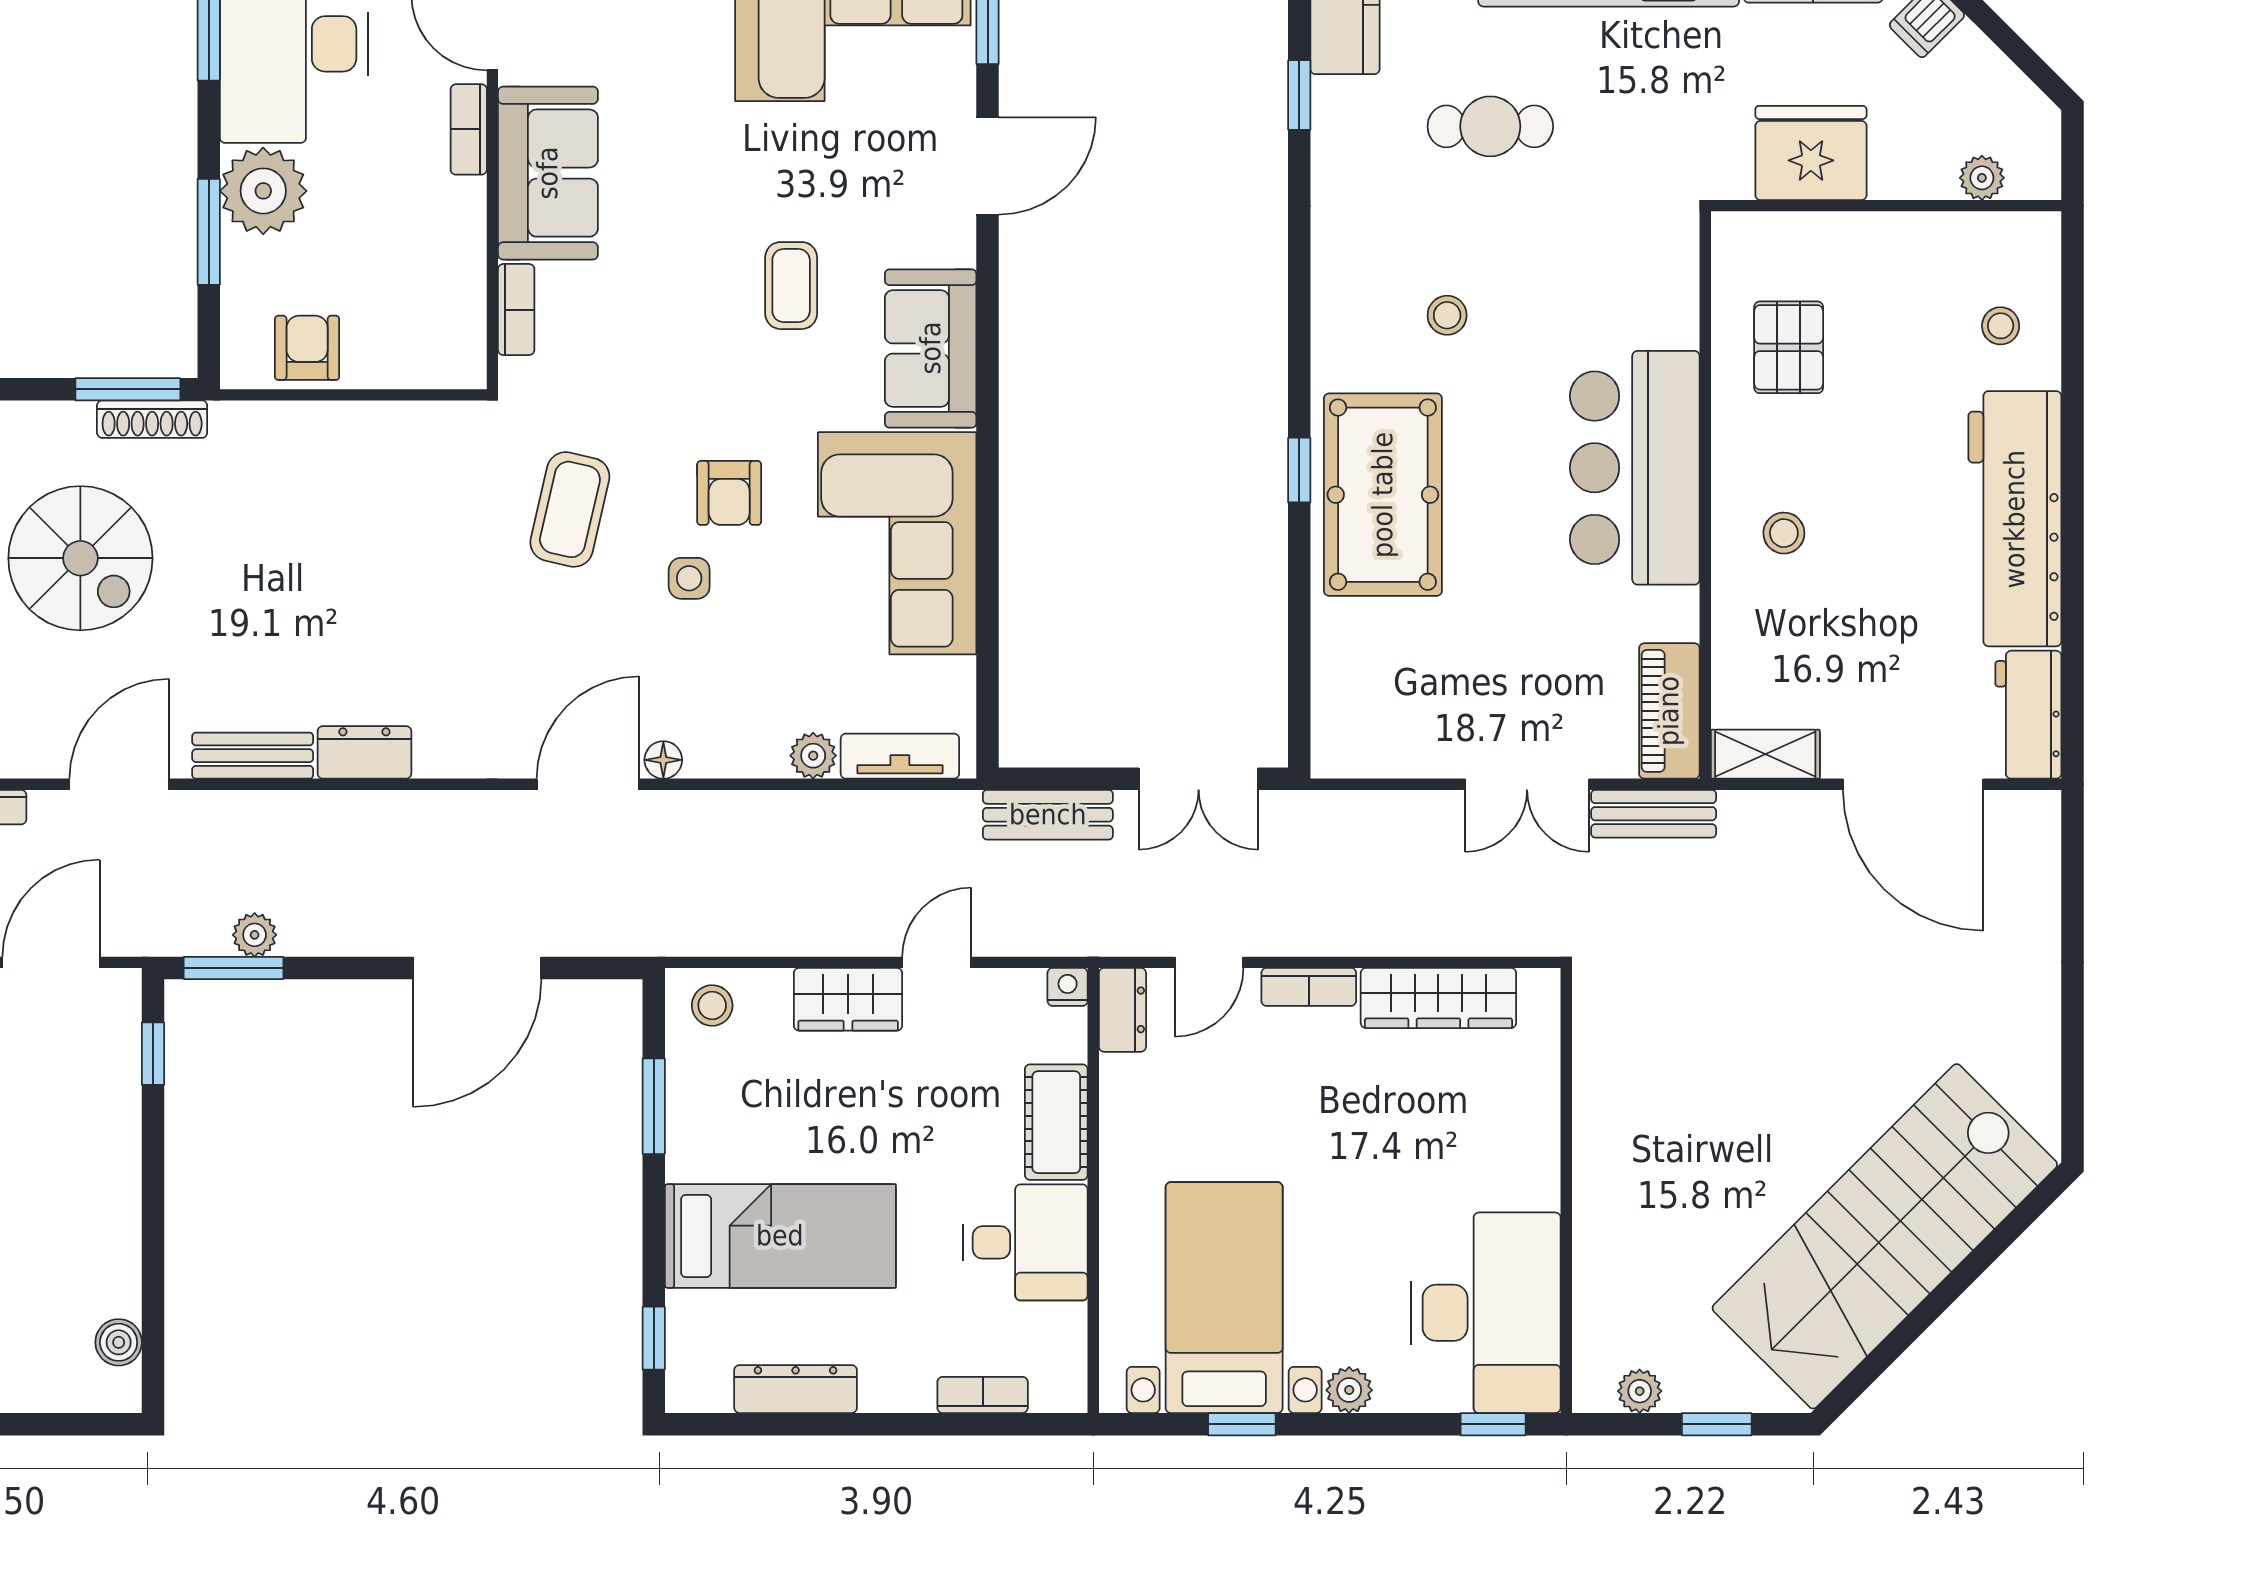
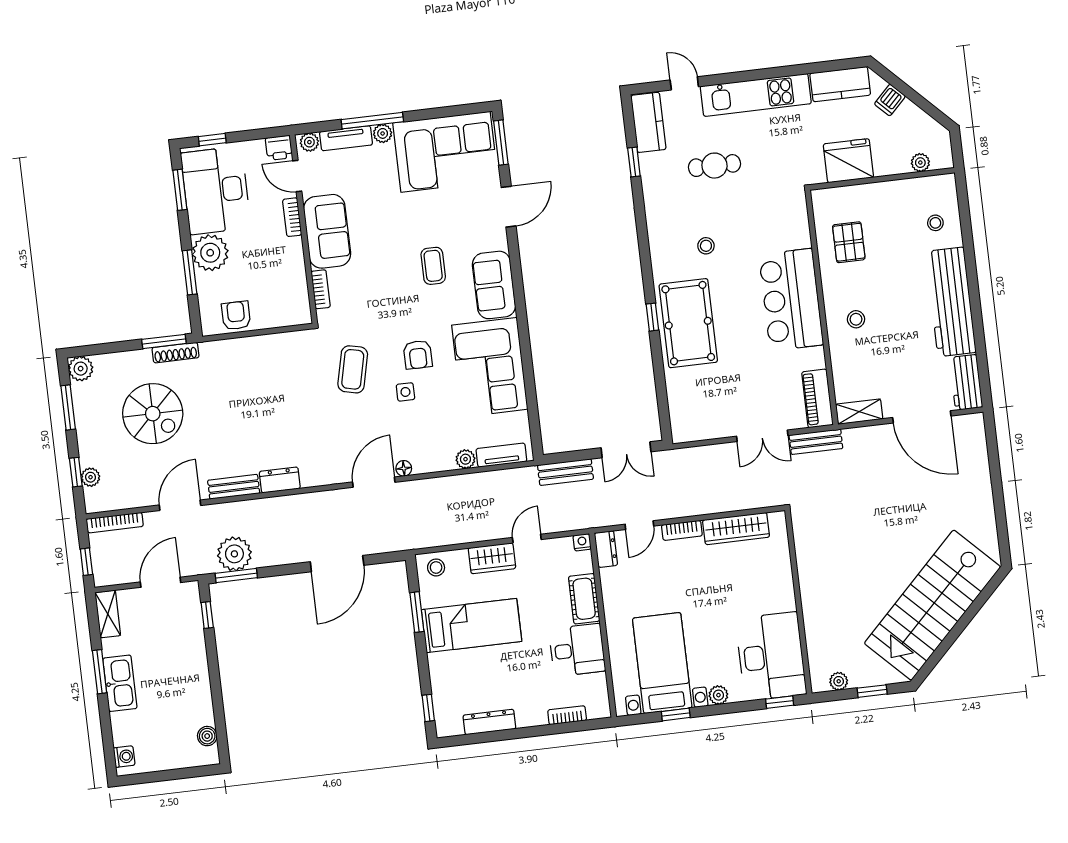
plant: (255, 935) -> (234, 554), width x1.88, depth x1.88
bed: (780, 1236) -> (472, 626), moved

